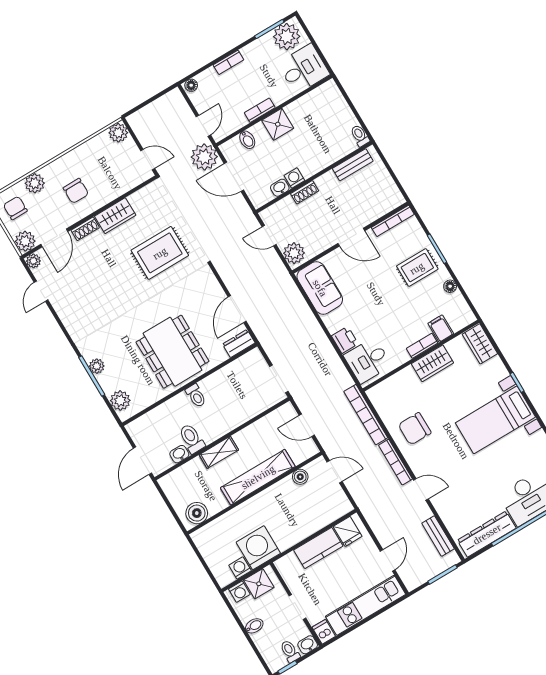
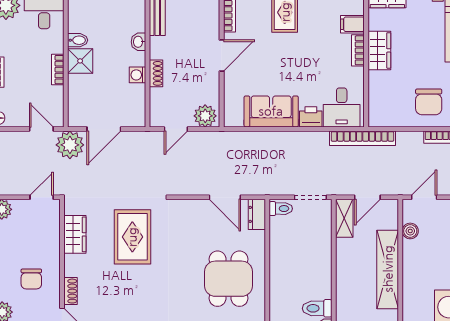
bidet: (247, 140) -> (78, 40), moved
washbasin: (280, 188) -> (138, 42), moved
chair: (76, 191) -> (31, 279), turned 90
wardrobe: (115, 216) -> (75, 234), moved
sofa: (320, 288) -> (271, 111), moved
dining table: (173, 352) -> (228, 279), width x0.73
toilet: (196, 396) -> (281, 209), moved
bookcase: (366, 415) -> (362, 138), moved
shelving: (219, 452) -> (344, 218), moved

